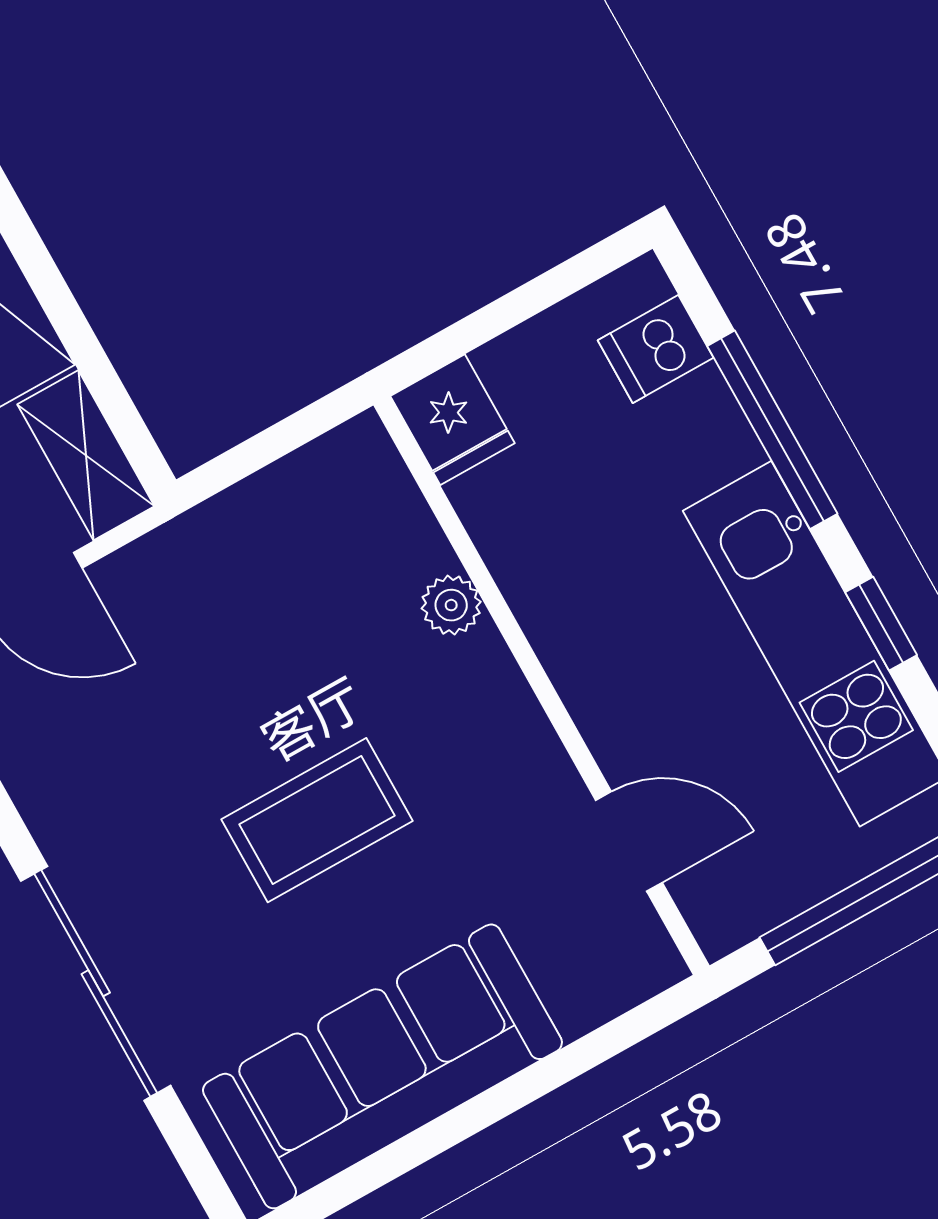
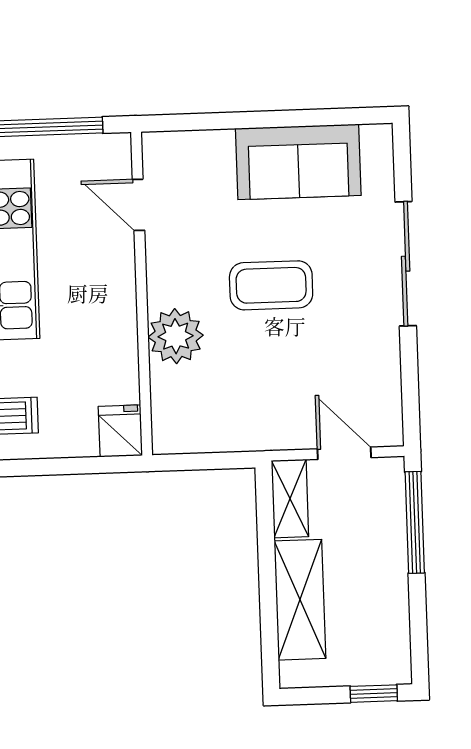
plant: (451, 605) -> (176, 336), width x1.88, depth x1.88
sofa: (382, 1066) -> (298, 162), width x0.73

